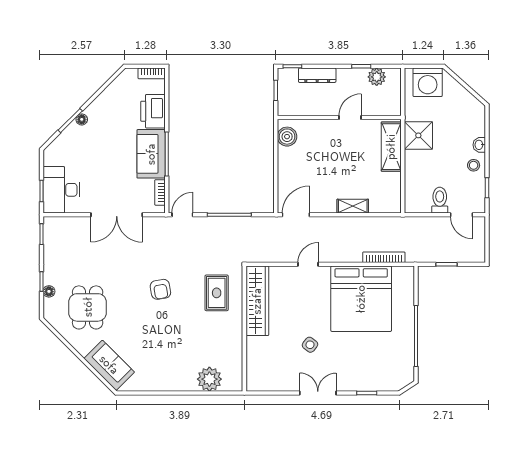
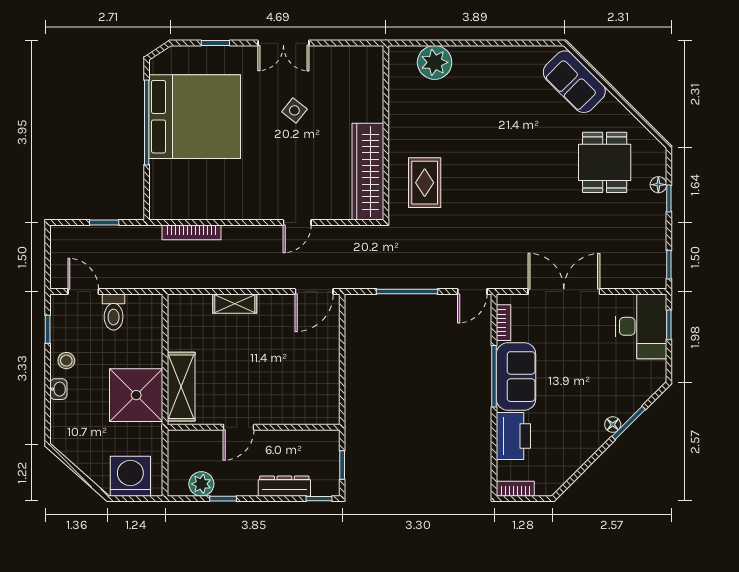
shower: (418, 135) -> (136, 395), width x1.37, depth x1.37
boiler: (287, 137) -> (326, 401), removed
armchair: (160, 289) -> (503, 188), removed
bed: (361, 299) -> (195, 117), moved, turned 90

